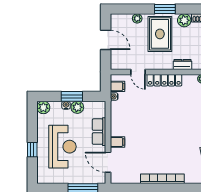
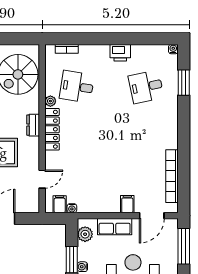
locker: (164, 80) -> (52, 129), moved
plant: (77, 107) -> (85, 234), moved
bookcase: (162, 179) -> (172, 176), moved

